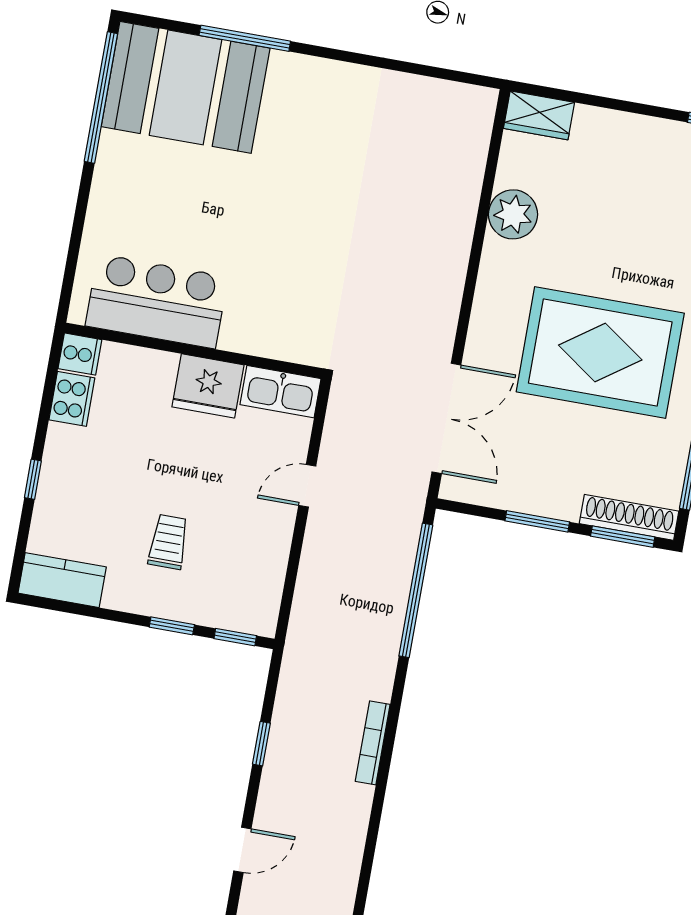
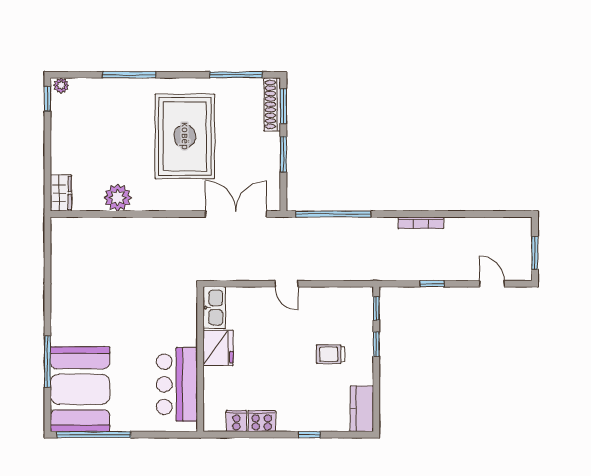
bar counter: (157, 301) -> (177, 384), moved
wall: (194, 351) -> (200, 359), moved
fridge: (208, 386) -> (218, 348), moved
kitchen sink: (280, 392) -> (214, 308), moved

